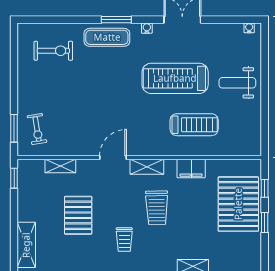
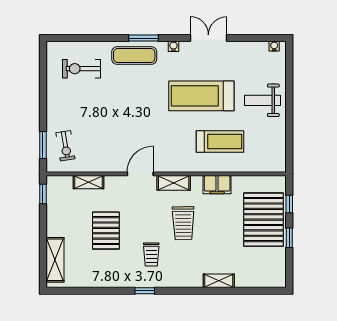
exercise bike: (53, 51) -> (81, 69), turned 180

